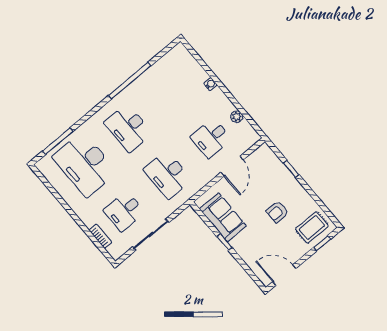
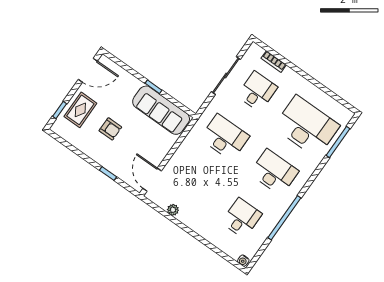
water cooler: (210, 84) -> (243, 261), moved
desk: (211, 138) -> (242, 218), moved
door: (232, 166) -> (152, 180), moved
armchair: (277, 212) -> (110, 129), turned 90
sofa: (223, 217) -> (161, 110), width x1.36
rug: (312, 227) -> (80, 110), moved

